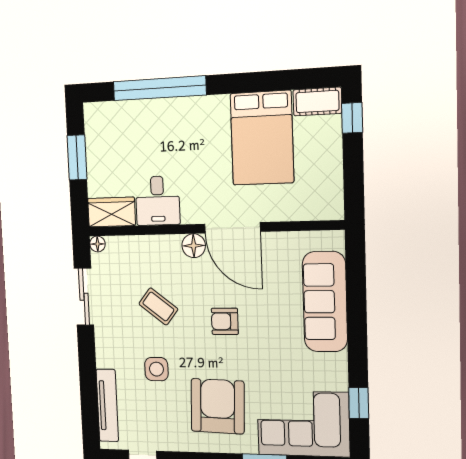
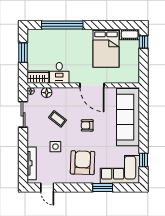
floor lamp: (194, 246) -> (47, 93), moved
sofa: (325, 302) -> (128, 117), width x1.36, depth x1.27

